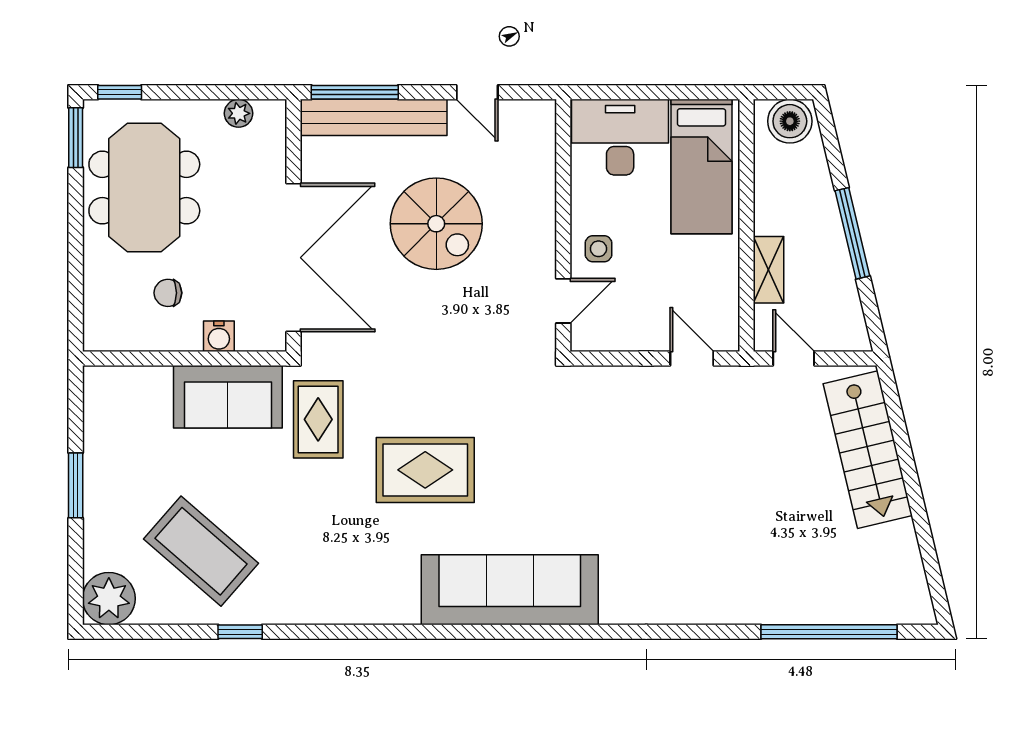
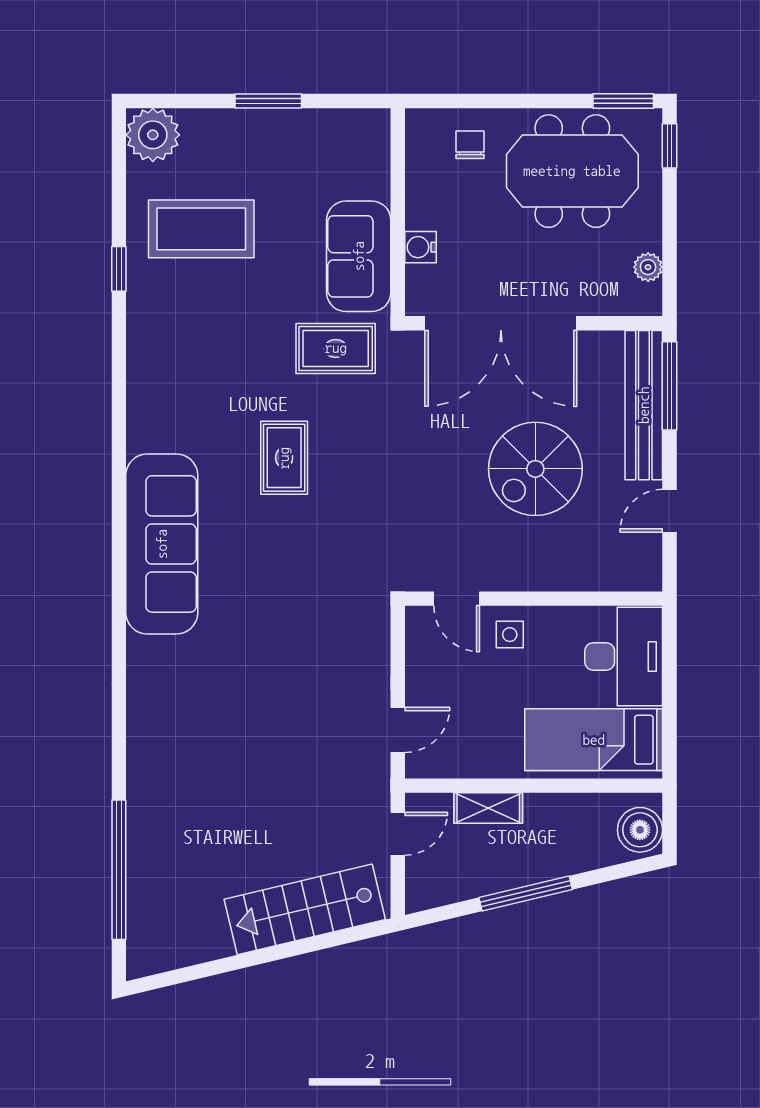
chair: (168, 293) -> (470, 145), moved
rug: (425, 470) -> (284, 458), width x0.73, depth x0.70
coffee table: (201, 551) -> (201, 229), turned 49

